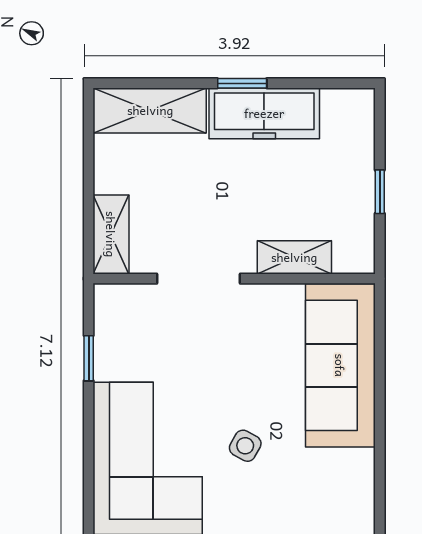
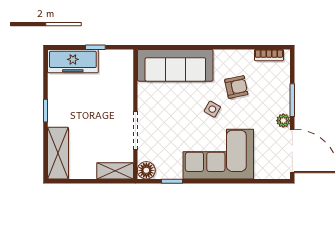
freezer: (264, 113) -> (73, 61), moved, turned 90
shelving: (294, 257) -> (126, 86), removed
floor lamp: (112, 302) -> (146, 170), added
armchair: (293, 498) -> (236, 87), added

